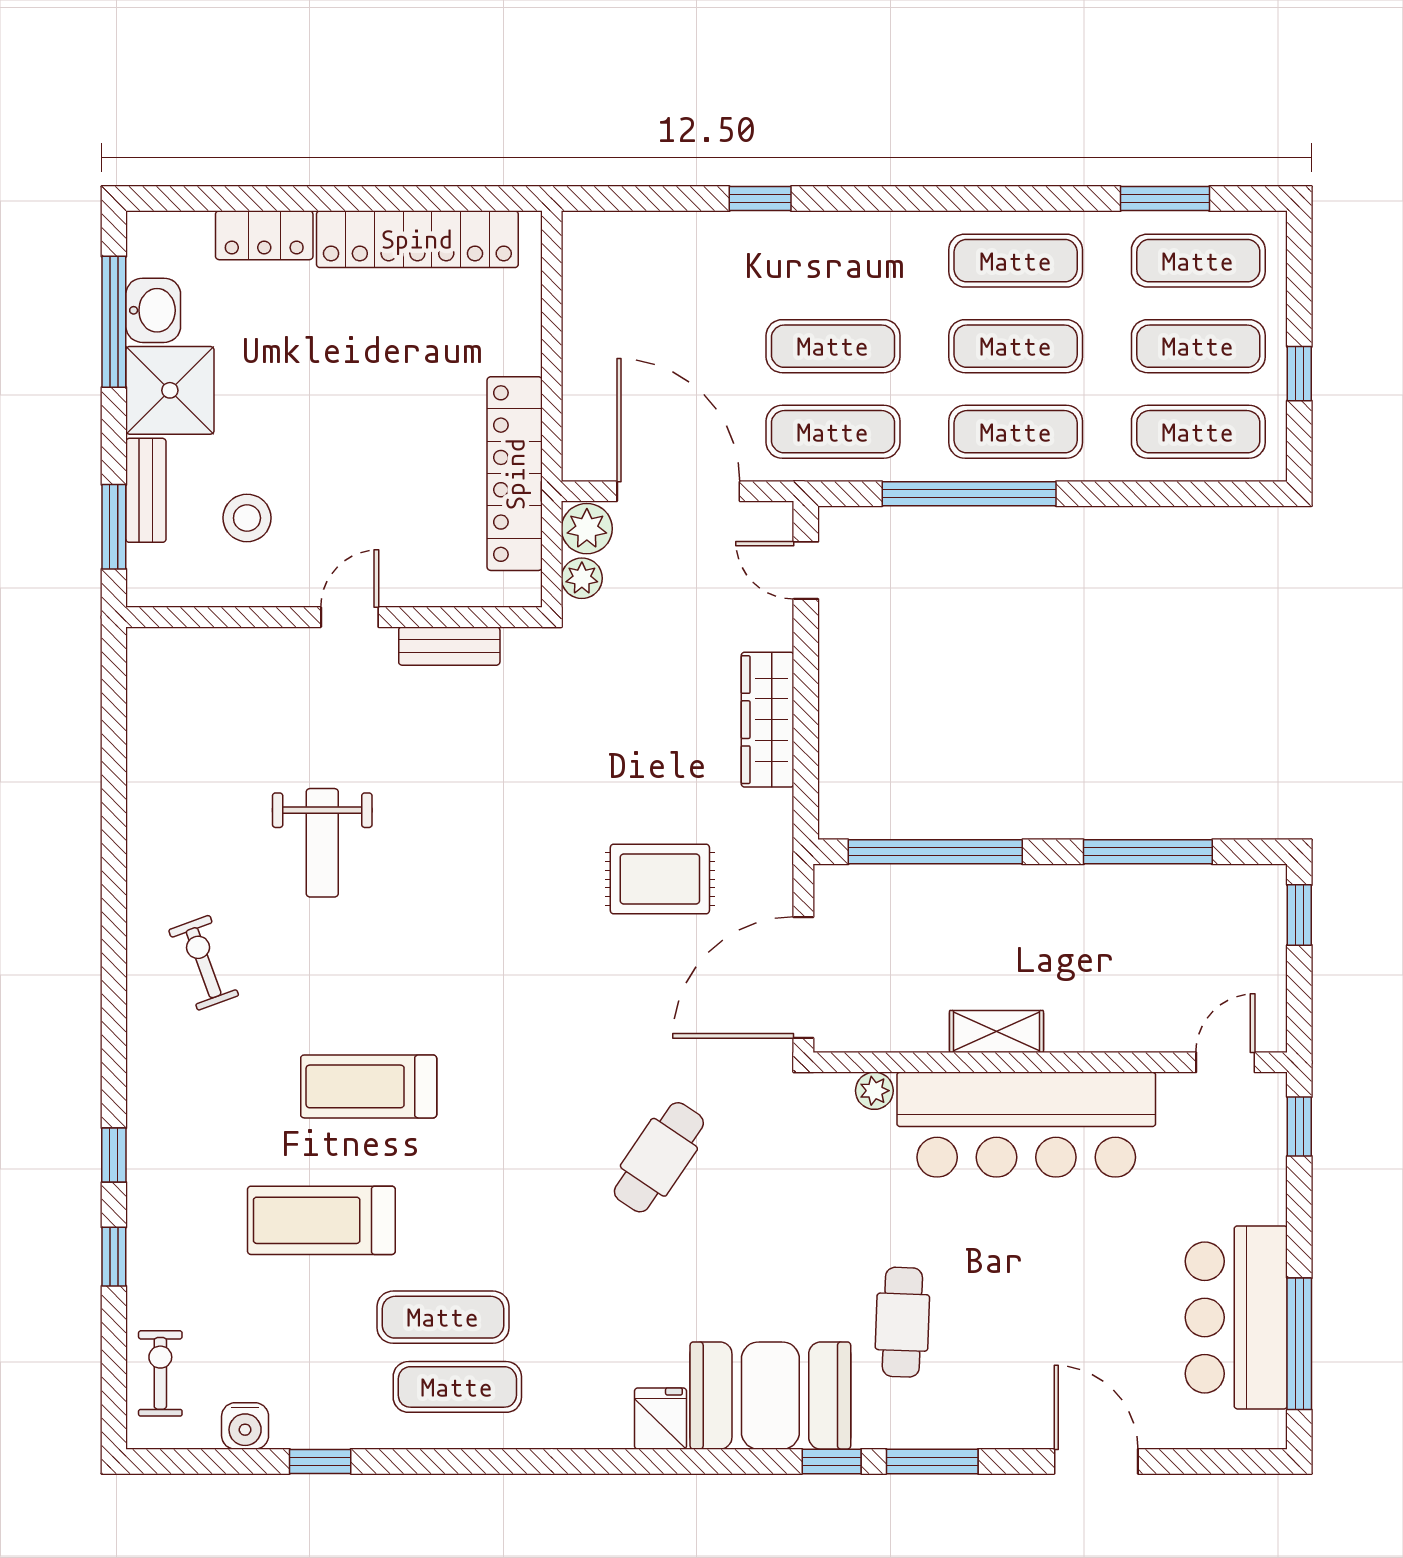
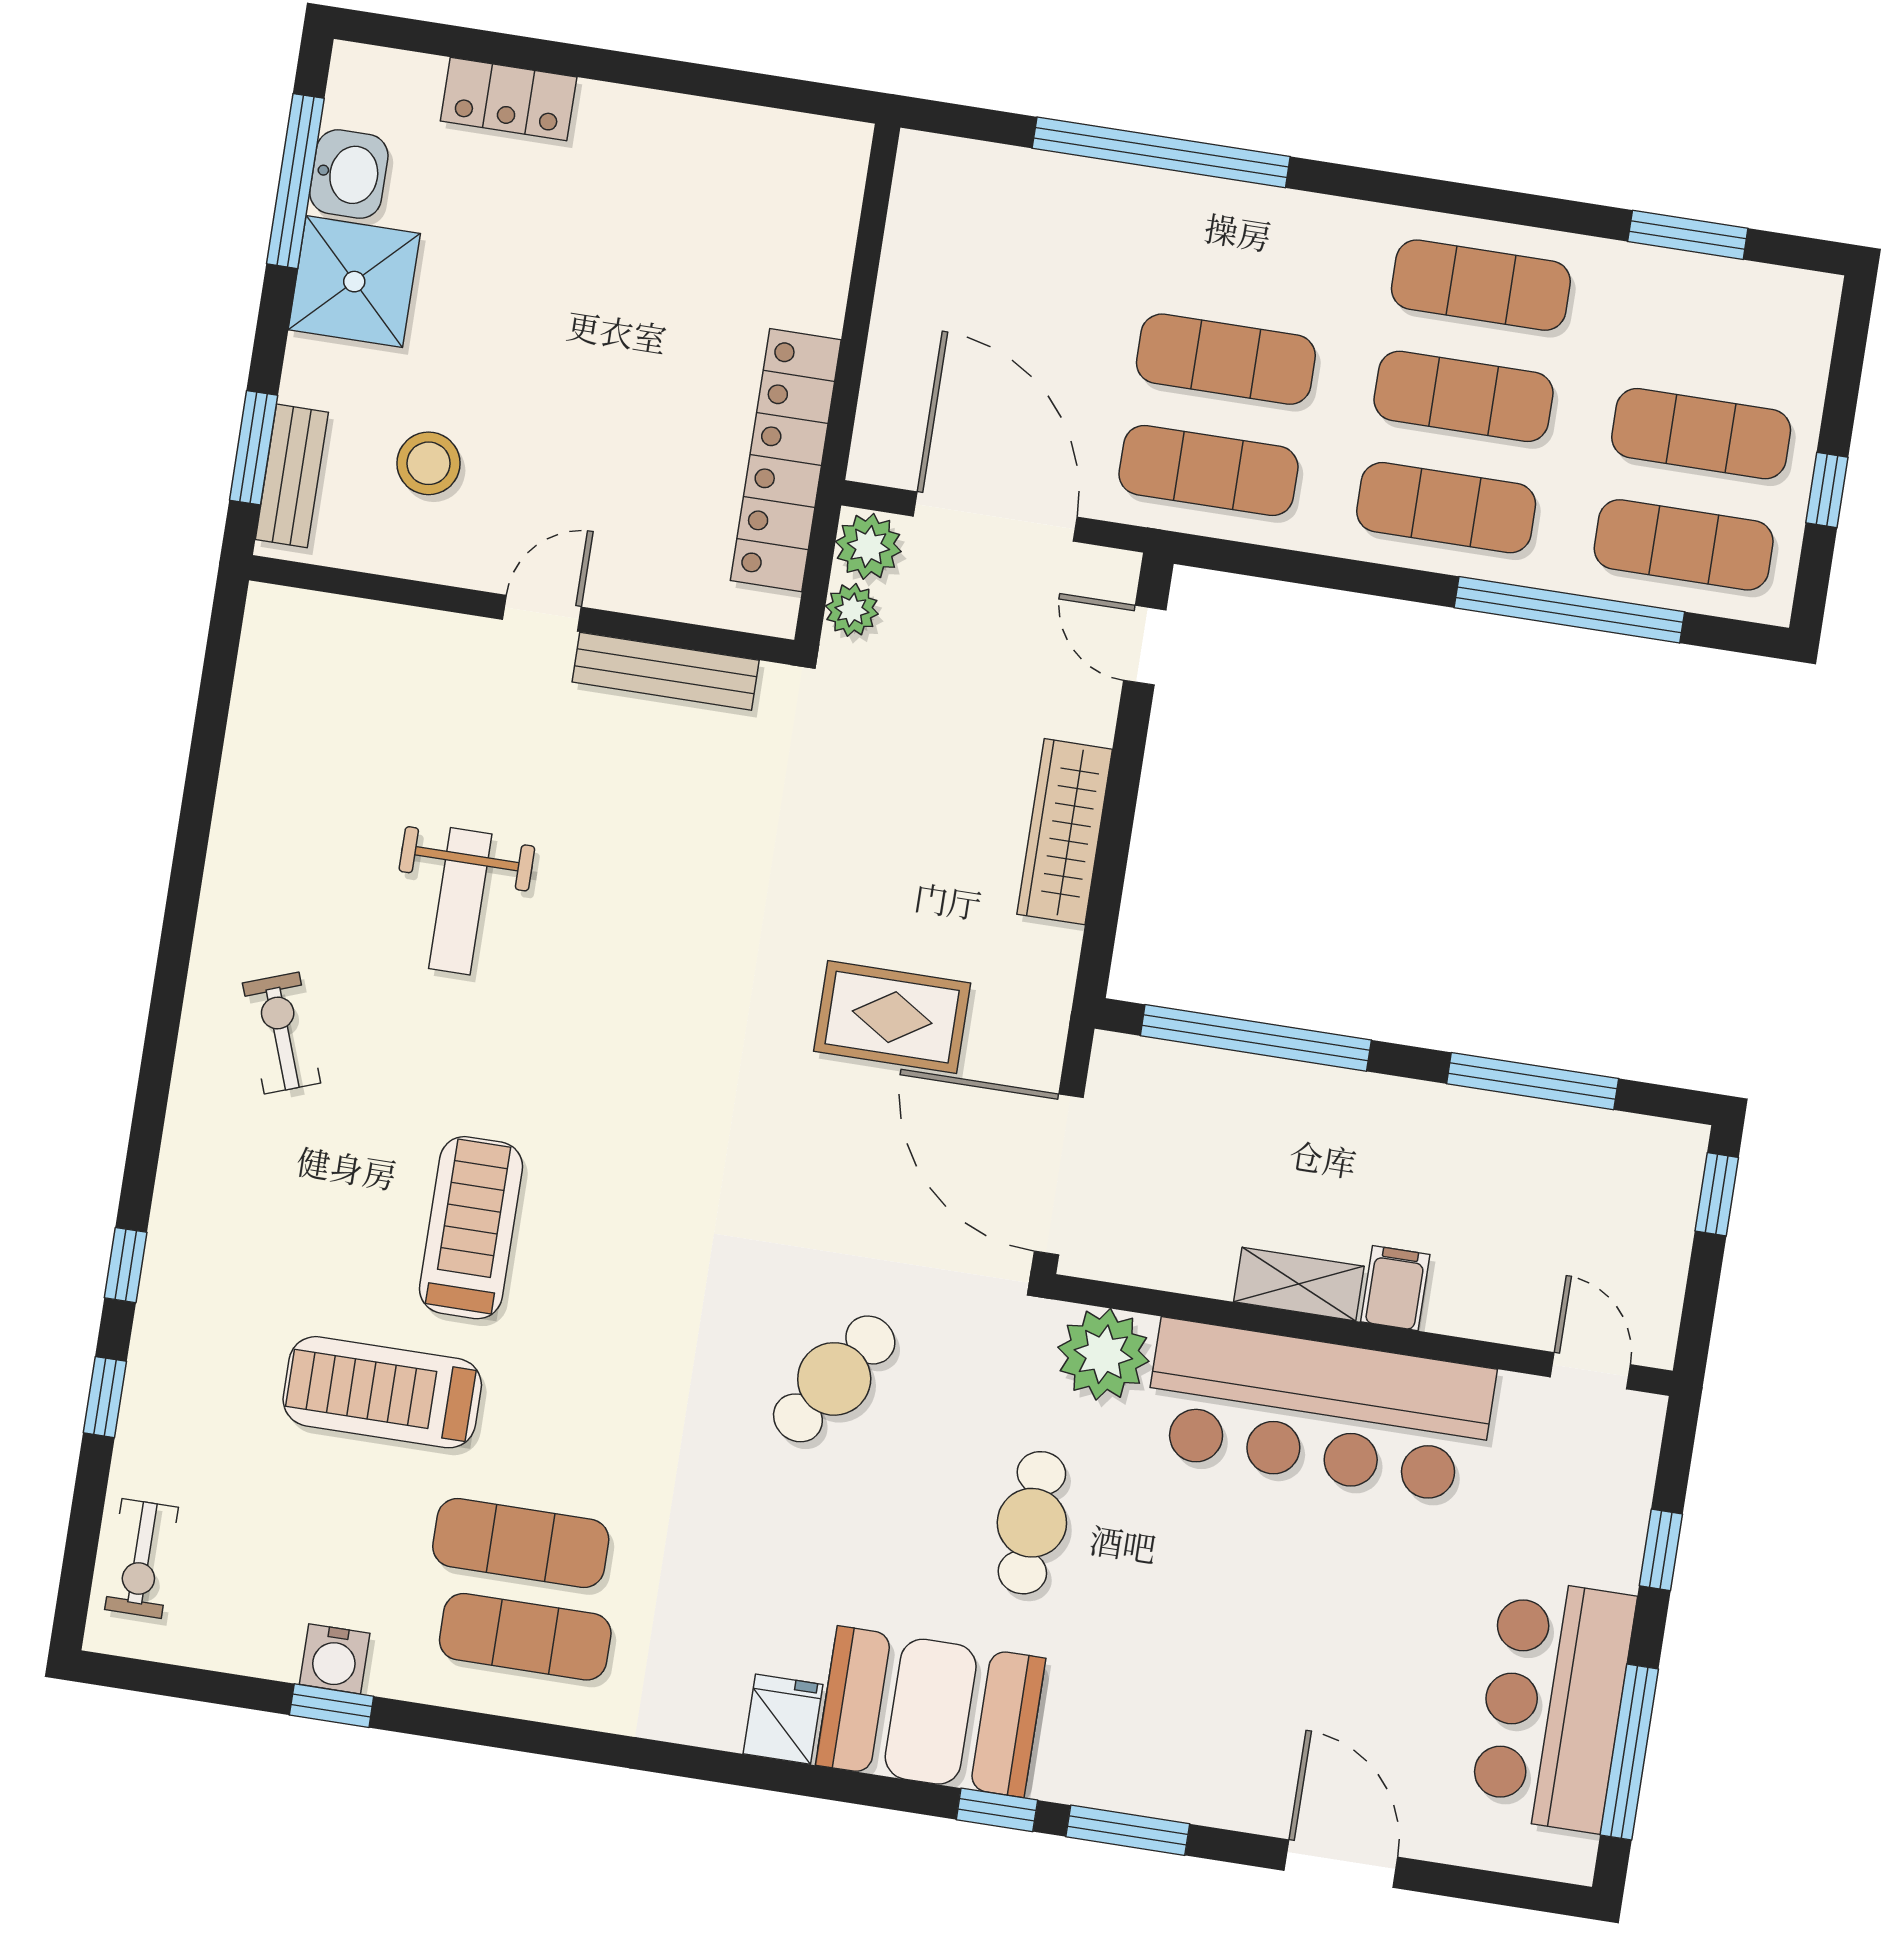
window: (760, 199) -> (1161, 152), width x3.17
locker: (417, 239) -> (707, 135), removed
exercise mat: (1198, 261) -> (1719, 322), removed
bench: (146, 490) -> (292, 476), moved
window: (969, 494) -> (1569, 610), moved
bench: (449, 646) -> (666, 671), width x1.36
door: (803, 977) -> (1059, 1174), hinge flipped
filing cabinet: (1069, 1023) -> (1395, 1288), added
door: (1225, 1062) -> (1590, 1371), hinge flipped
treadmill: (369, 1086) -> (471, 1228), turned 90
plant: (874, 1091) -> (1103, 1354), width x1.88, depth x1.88
window: (1299, 1127) -> (1661, 1550), moved
cafe table: (902, 1322) -> (1032, 1523), moved
exercise bike: (160, 1373) -> (142, 1558), turned 180
water cooler: (245, 1426) -> (335, 1659), moved

